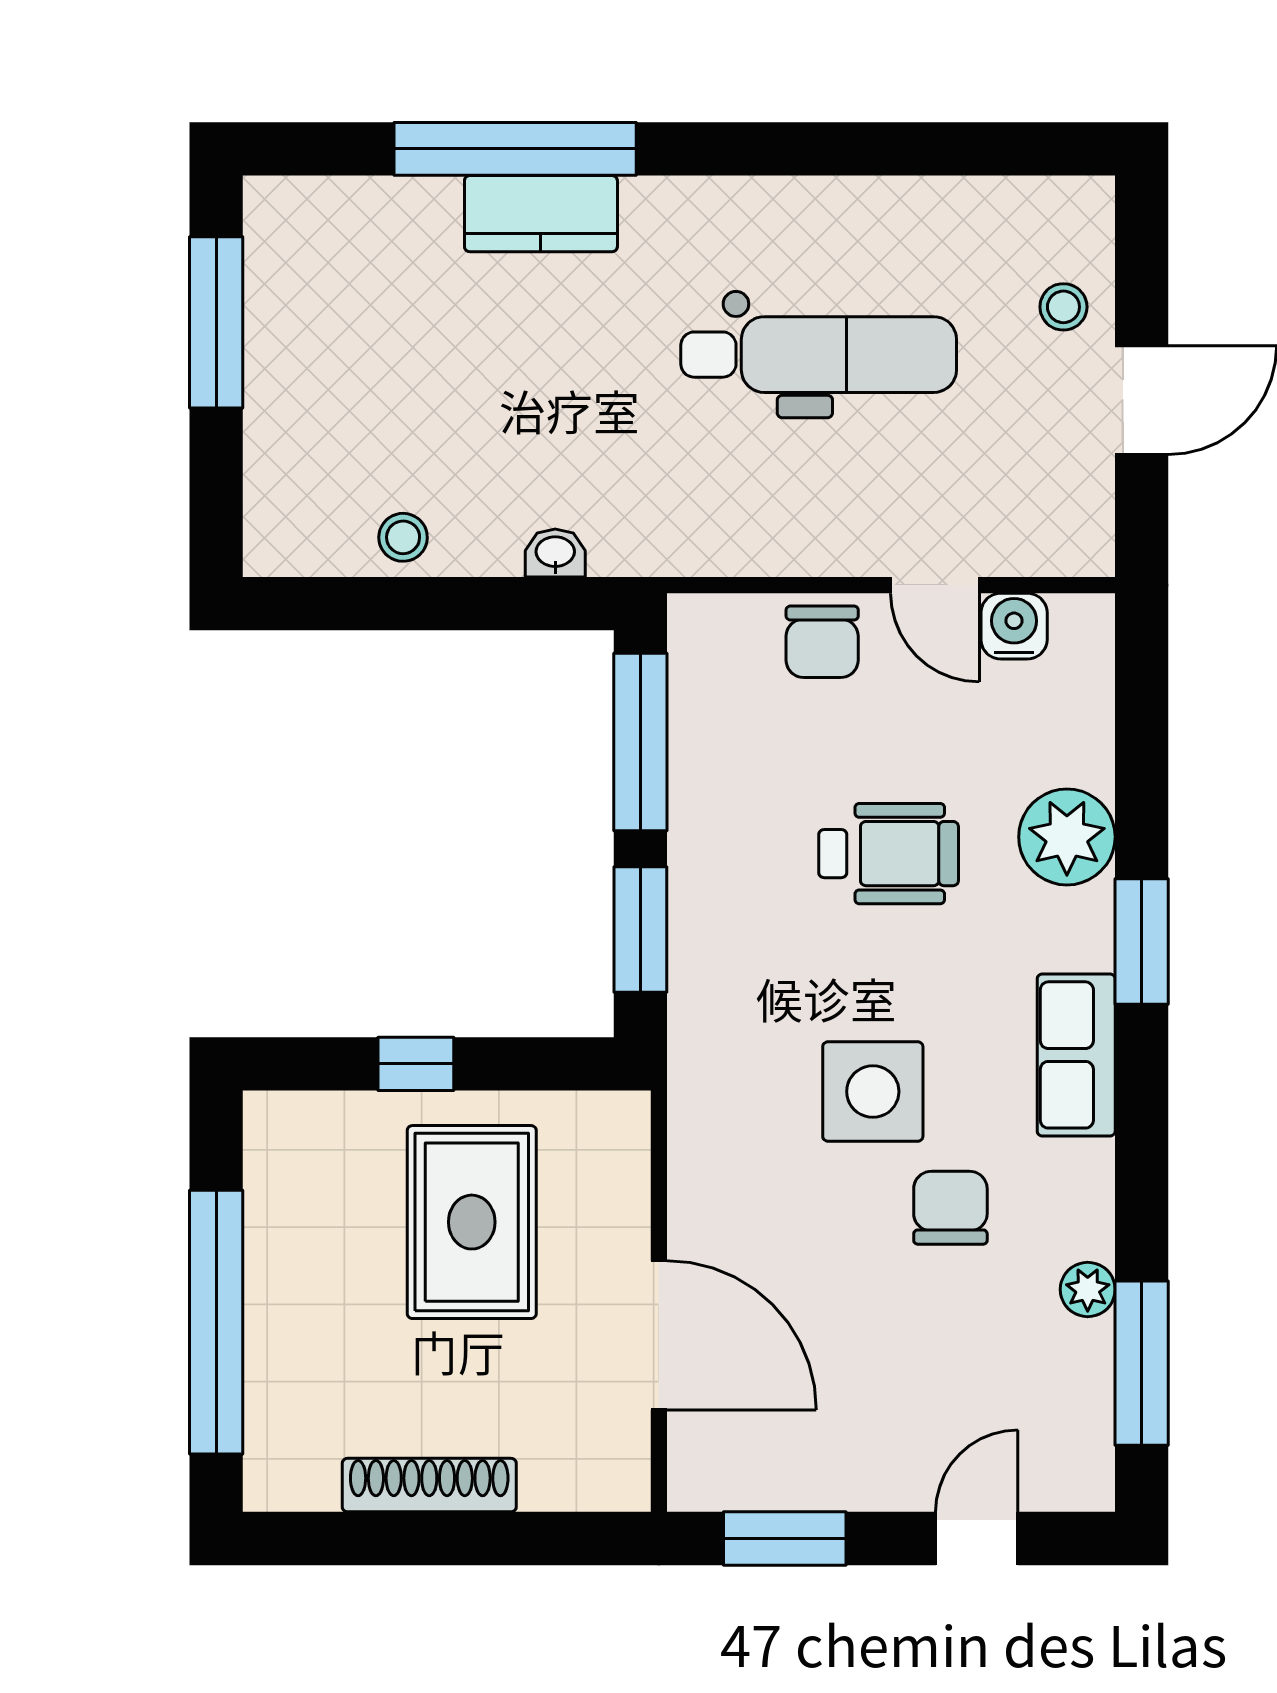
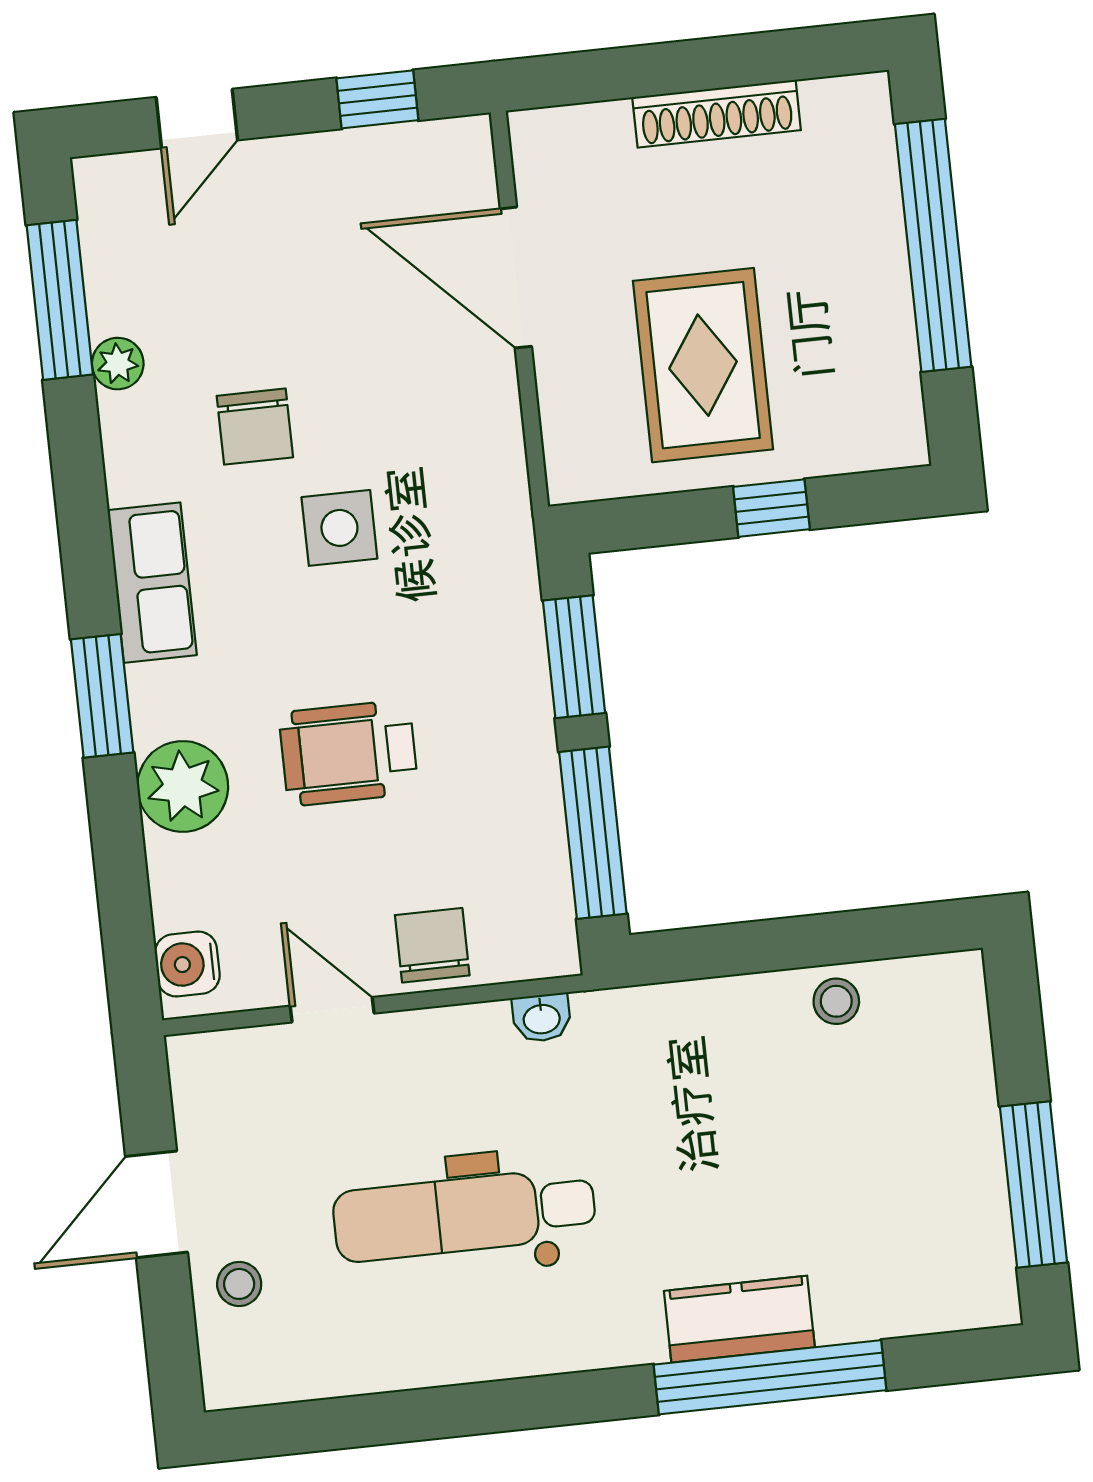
washbasin: (555, 553) -> (542, 1018), moved
water cooler: (1014, 626) -> (187, 964), moved, turned 90
side table: (873, 1092) -> (339, 528), width x0.73, depth x0.73
window: (785, 1538) -> (377, 99), width x0.67

